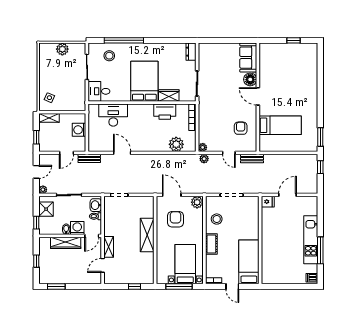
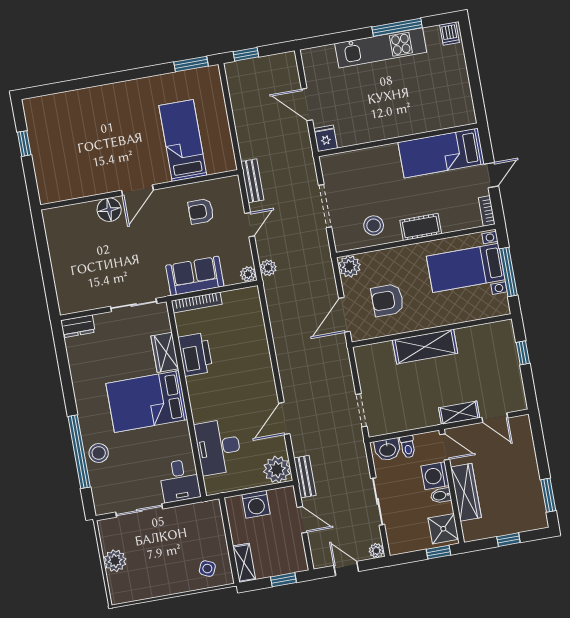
stool: (109, 56) -> (99, 453), moved
sofa: (248, 58) -> (195, 276), moved, turned 180
plant: (176, 144) -> (277, 470), moved
shower: (46, 209) -> (443, 529), moved

